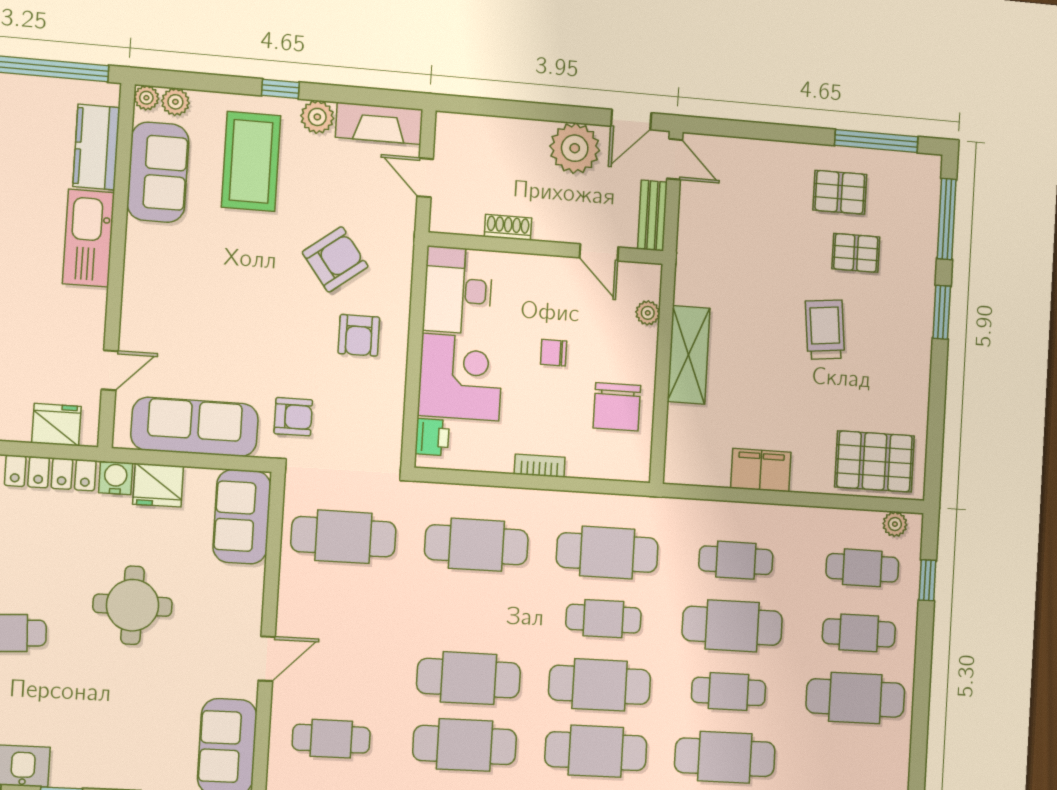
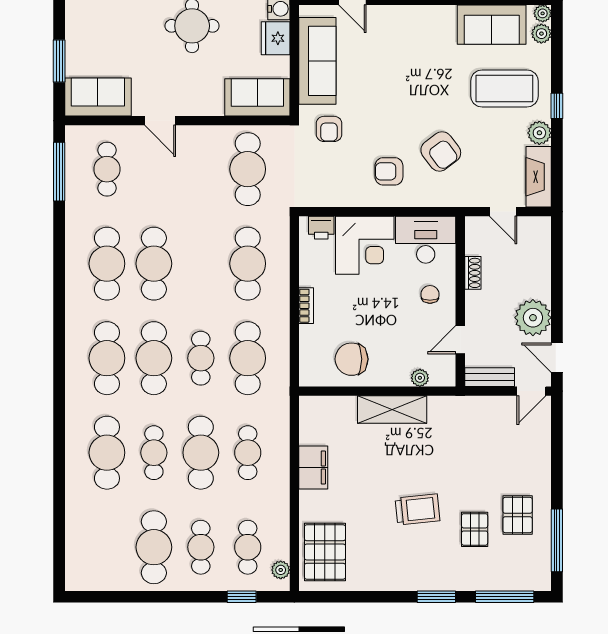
door: (425, 178) -> (503, 212), swing flipped
chair: (554, 353) -> (430, 294), moved

